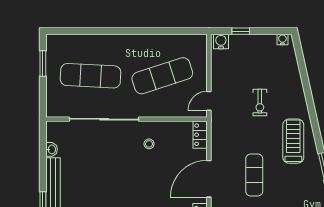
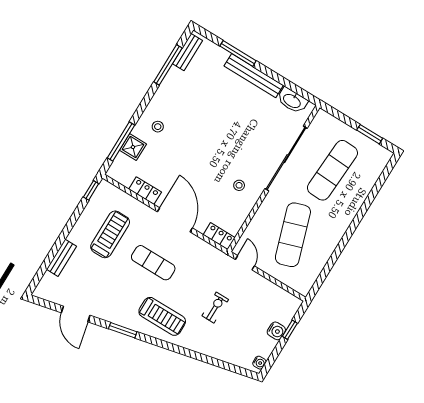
water cooler: (221, 41) -> (276, 331), moved
exercise bike: (260, 103) -> (215, 308), turned 90
washbasin: (52, 149) -> (292, 101), width x1.91, depth x1.45

